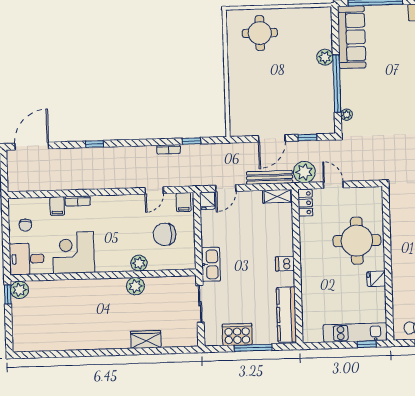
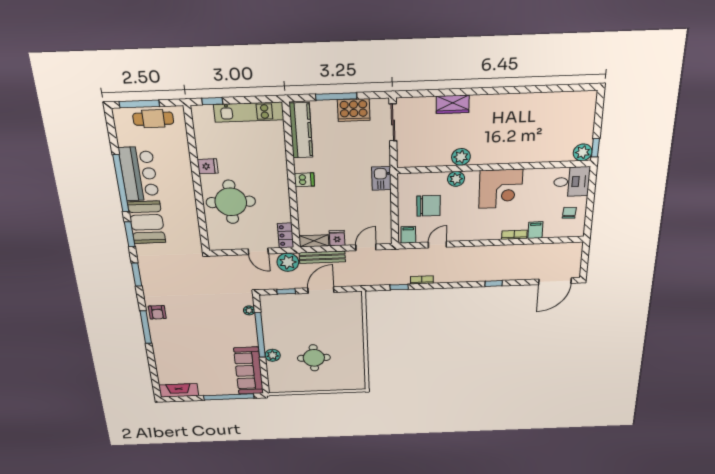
round table: (260, 33) -> (314, 358), moved
fridge: (207, 201) -> (337, 238), moved
corner desk: (73, 253) -> (501, 189), moved
kitchen sink: (211, 264) -> (381, 178), width x0.73
sliding door: (200, 304) -> (393, 122), moved
kitchen unit: (355, 333) -> (249, 112), moved

